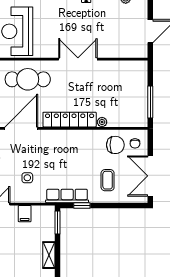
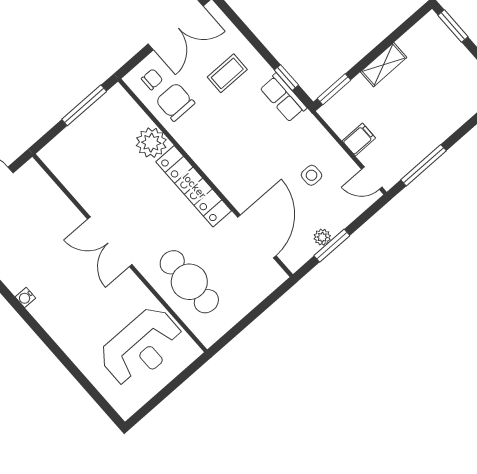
plant: (102, 122) -> (151, 143), width x1.88, depth x1.88
door: (21, 128) -> (257, 236), swing flipped
row of seats: (67, 196) -> (283, 98), width x0.68

